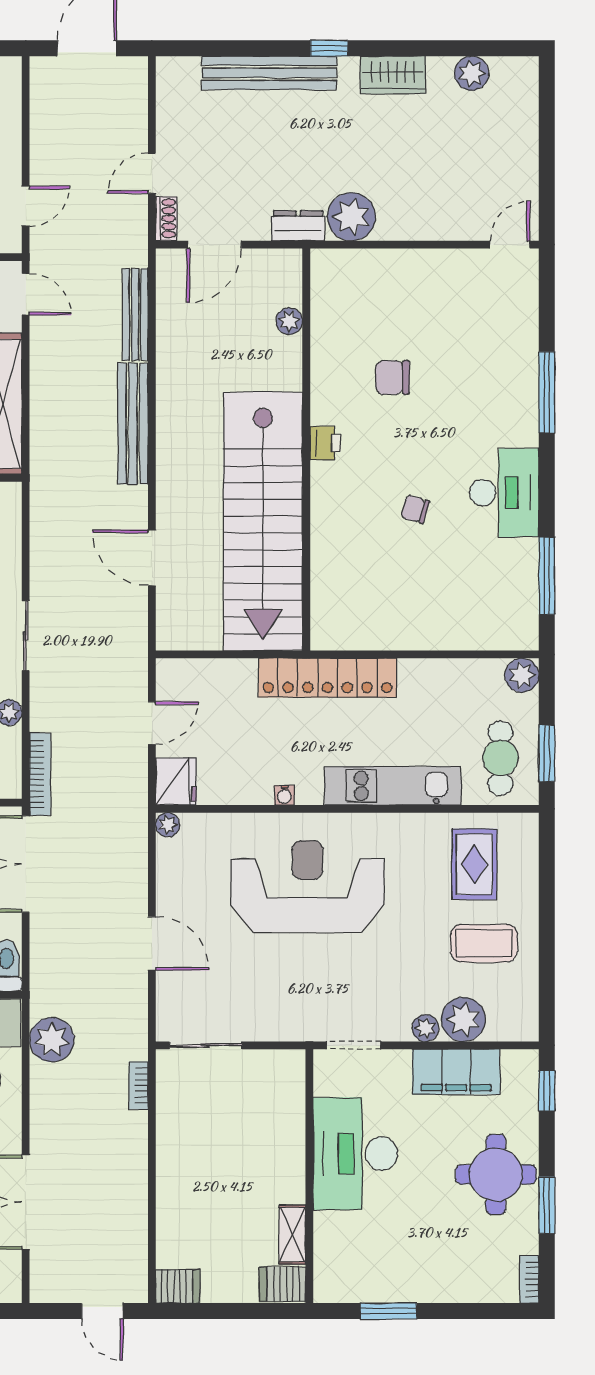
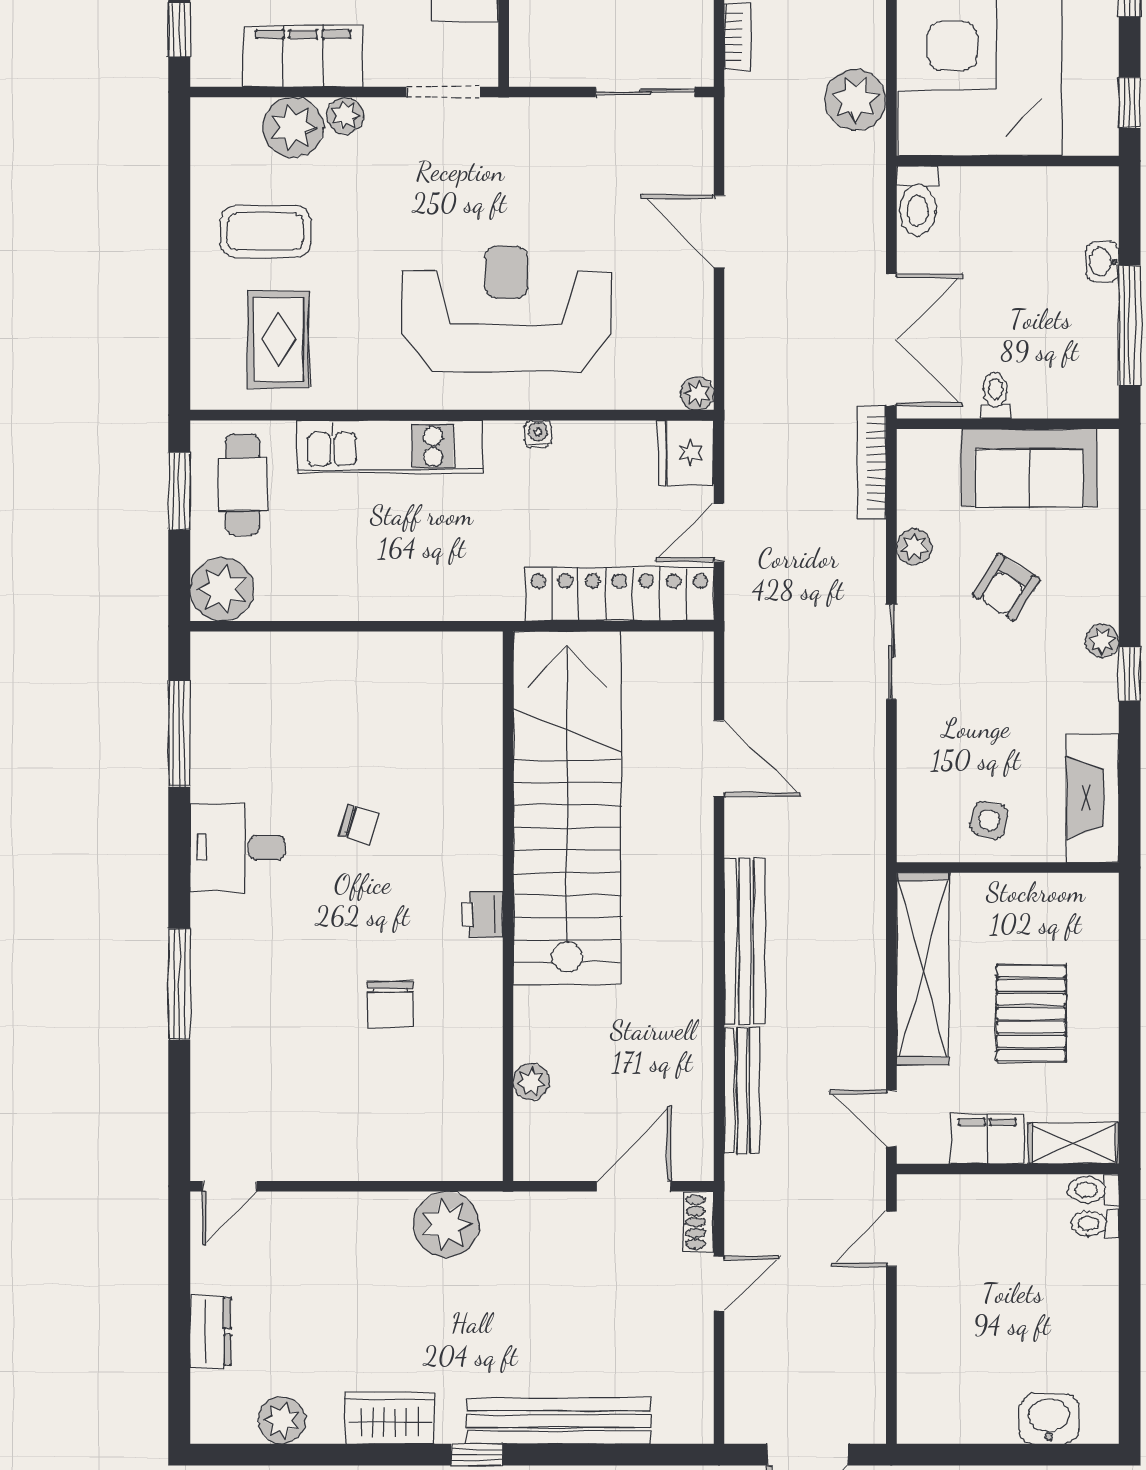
dresser: (298, 226) -> (211, 1331), moved, turned -90
chair: (393, 378) -> (390, 1005), turned 90
desk: (504, 493) -> (238, 847), width x0.73
plant: (522, 675) -> (222, 589), width x1.36, depth x1.36
locker: (327, 678) -> (619, 594), moved
reception desk: (307, 887) -> (506, 309), turned 180

